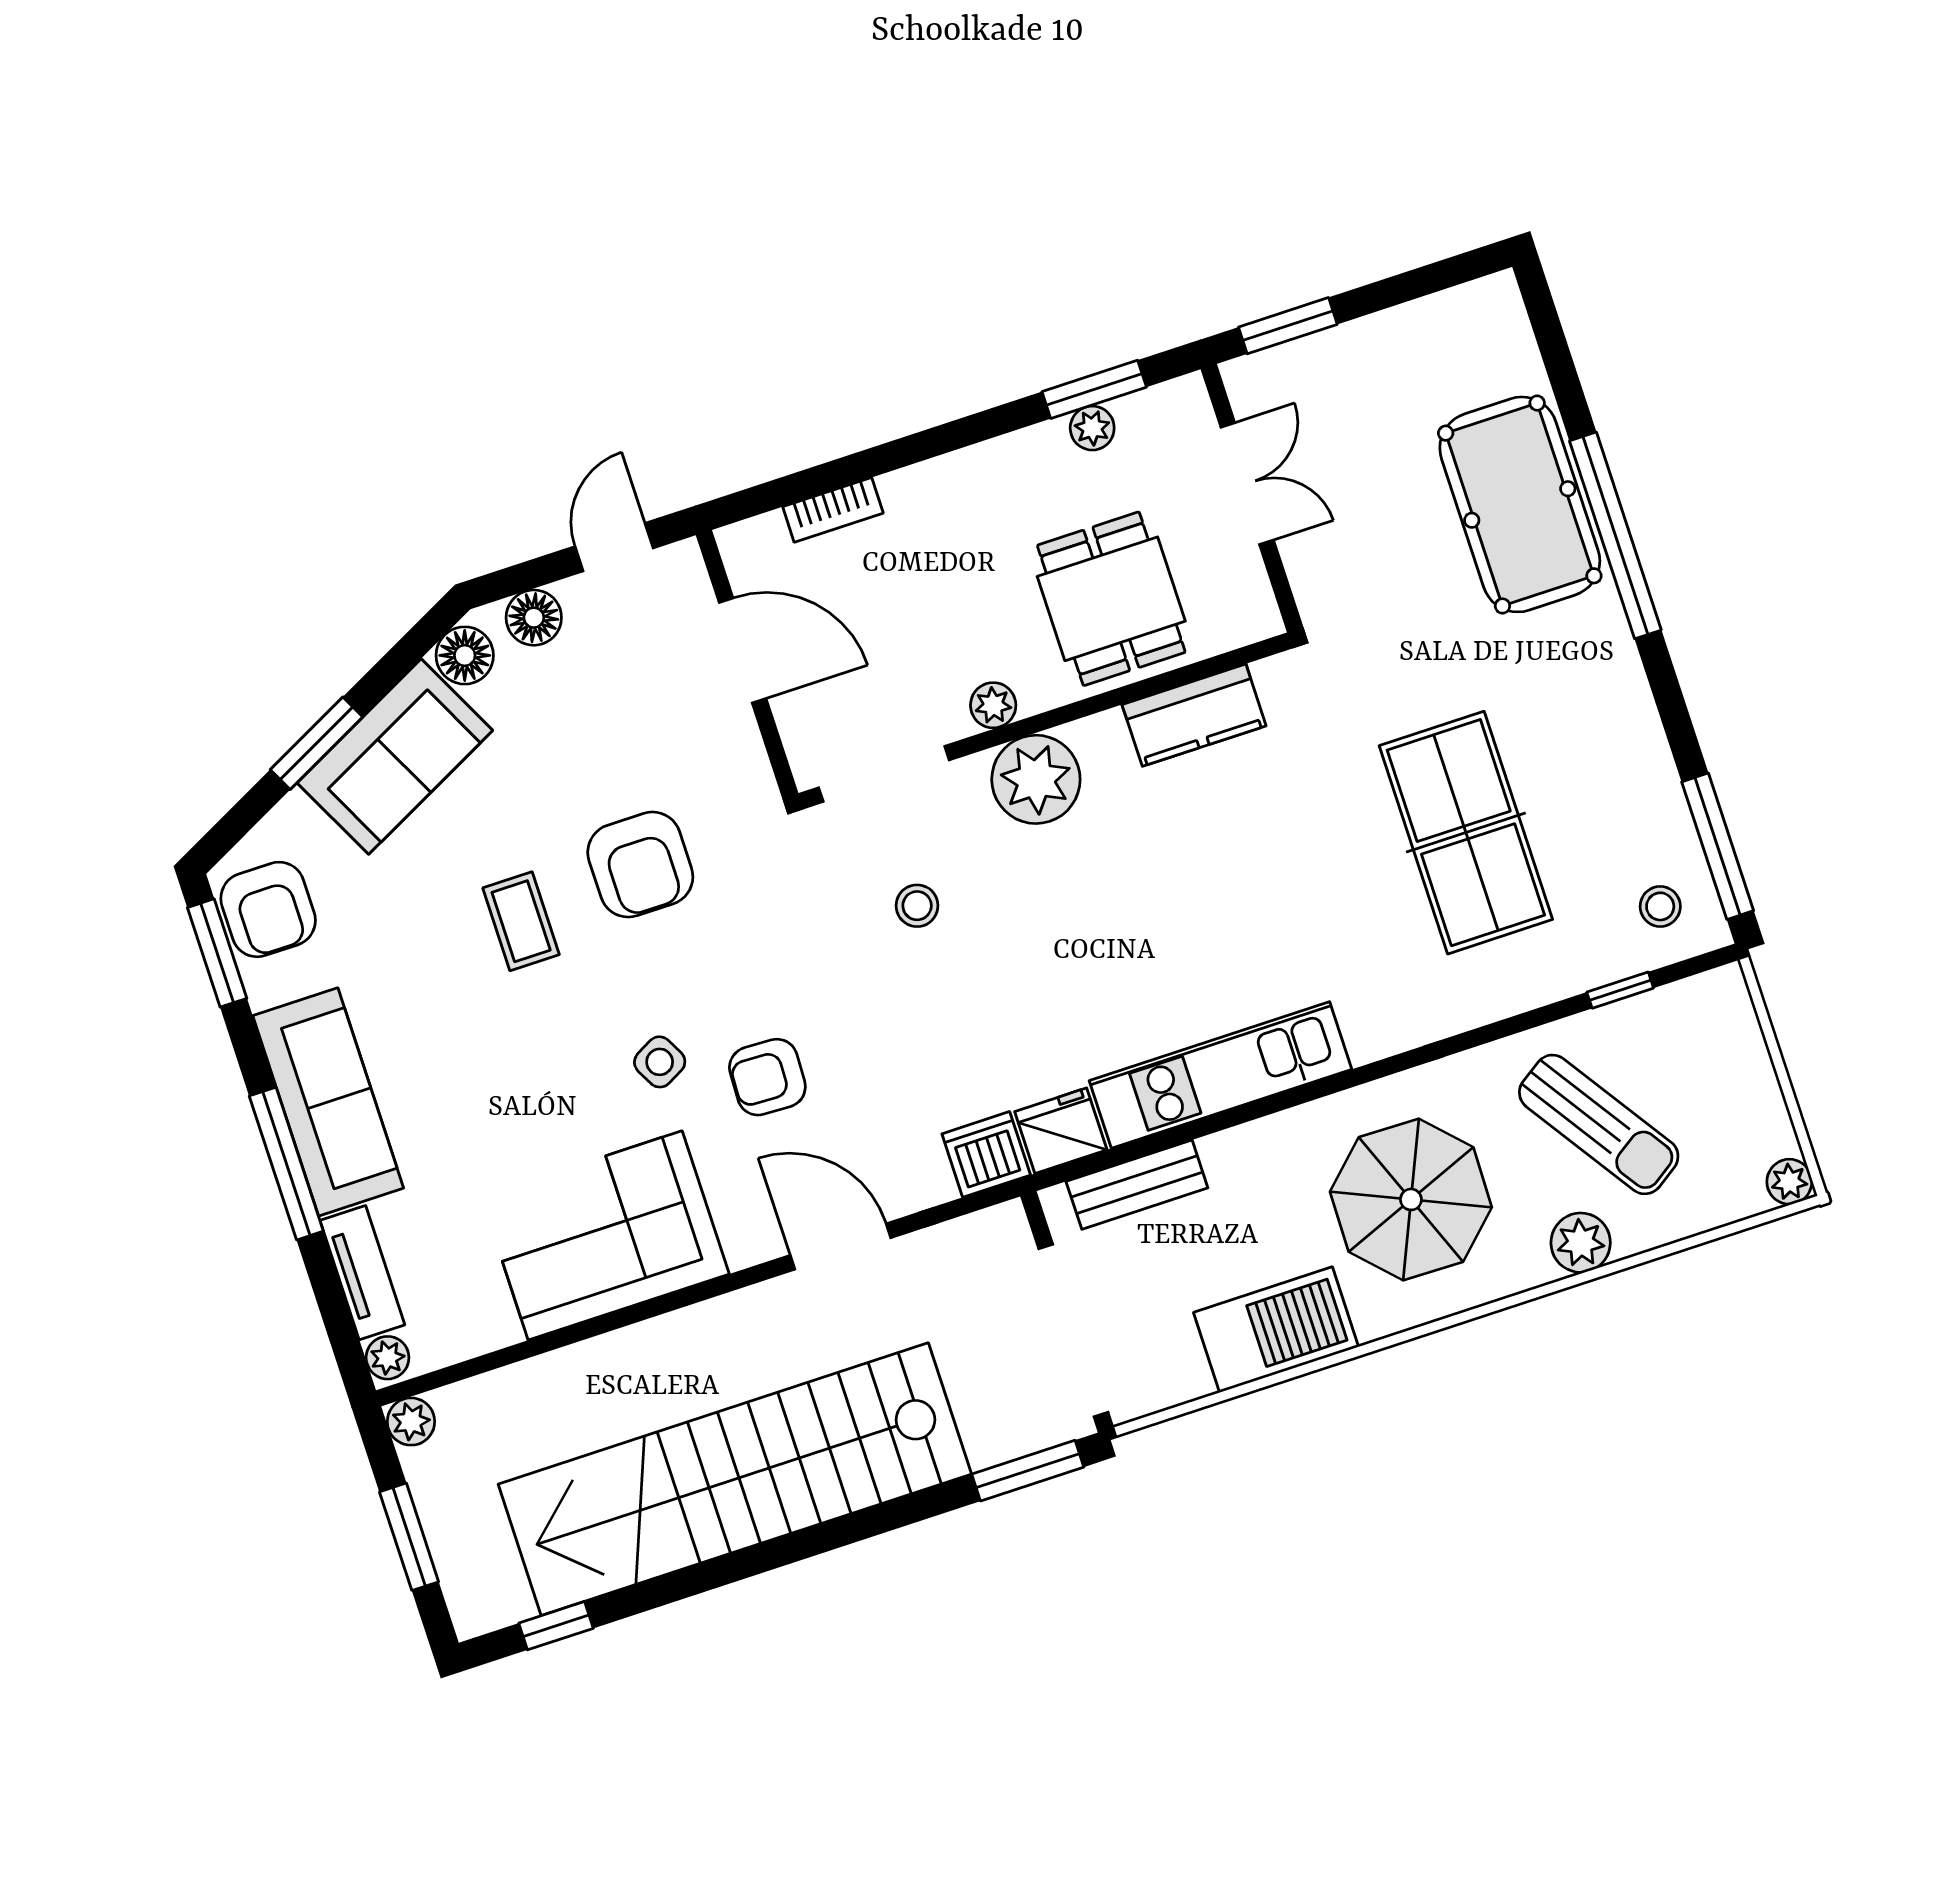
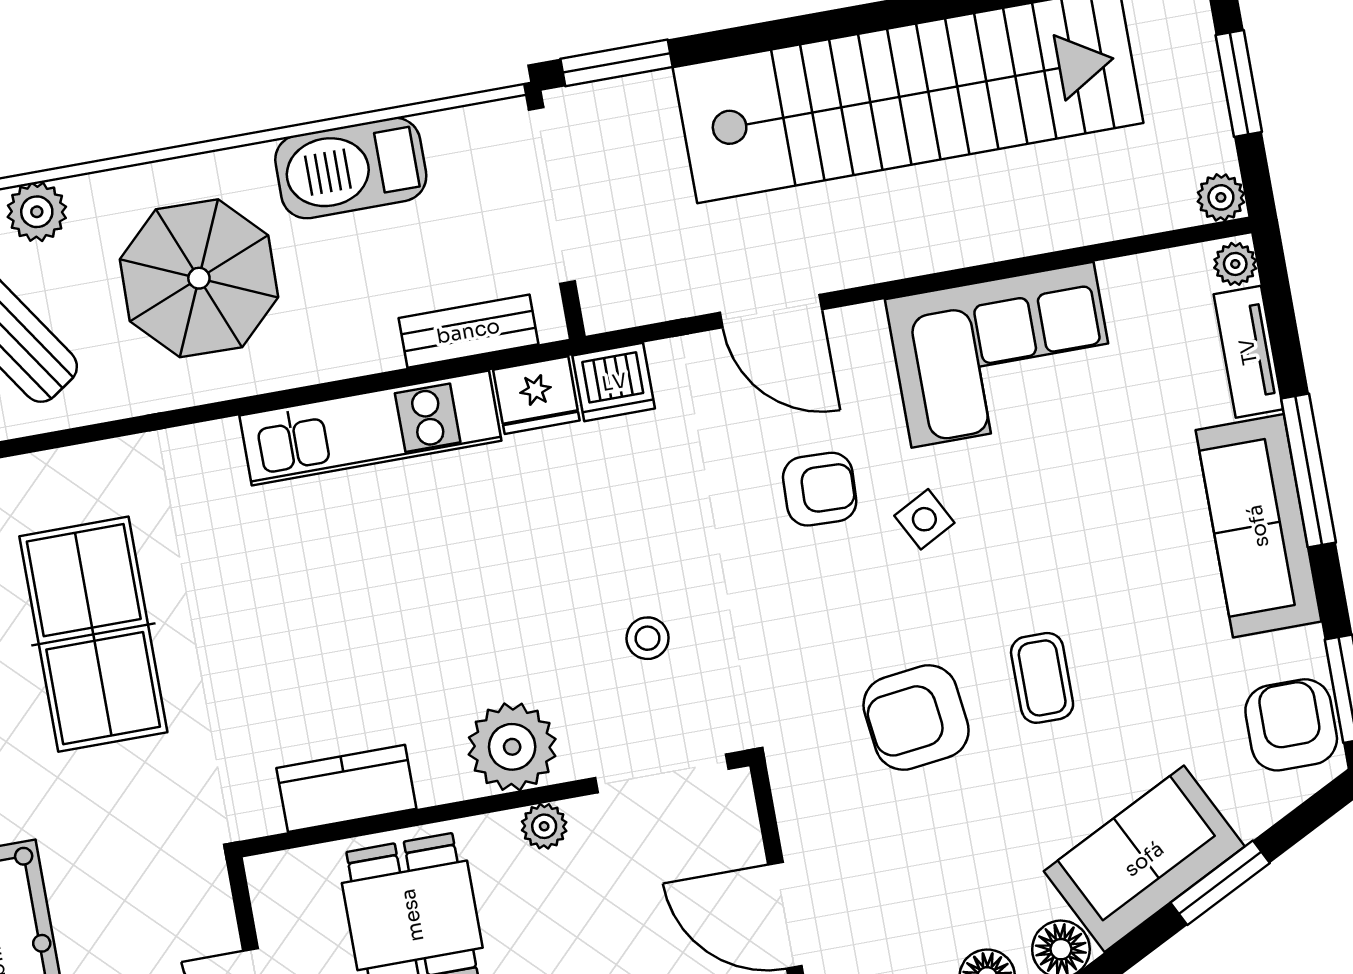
armchair: (640, 865) -> (916, 718), turned -97

